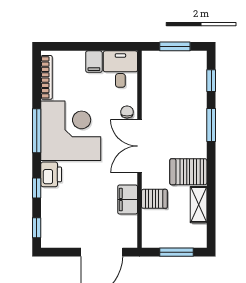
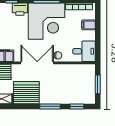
filing cabinet: (94, 62) -> (89, 25), moved
server rack: (188, 172) -> (26, 93), width x1.60

